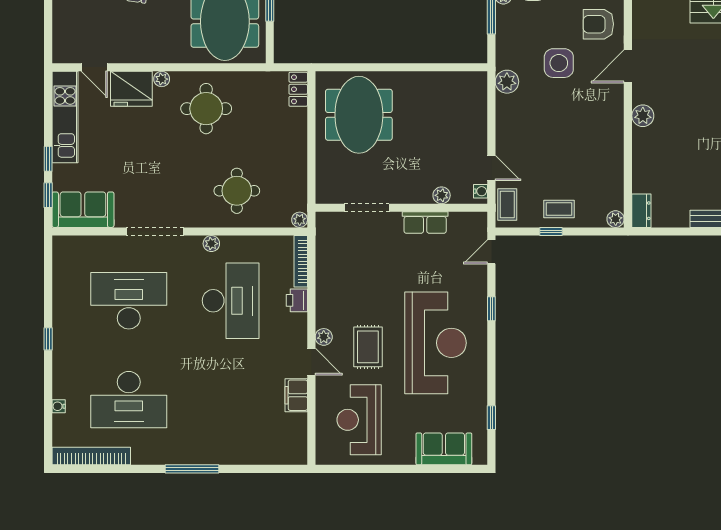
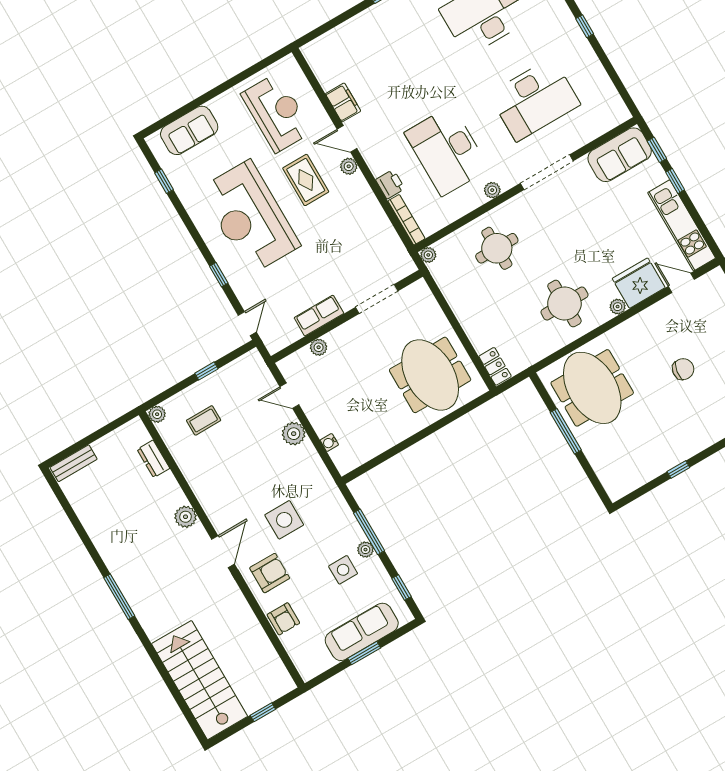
plant: (507, 82) -> (294, 434), moved
water cooler: (480, 191) -> (329, 443), moved
coffee table: (507, 205) -> (257, 372), removed
coffee table: (559, 209) -> (204, 420), moved
dresser: (641, 211) -> (153, 459), moved

